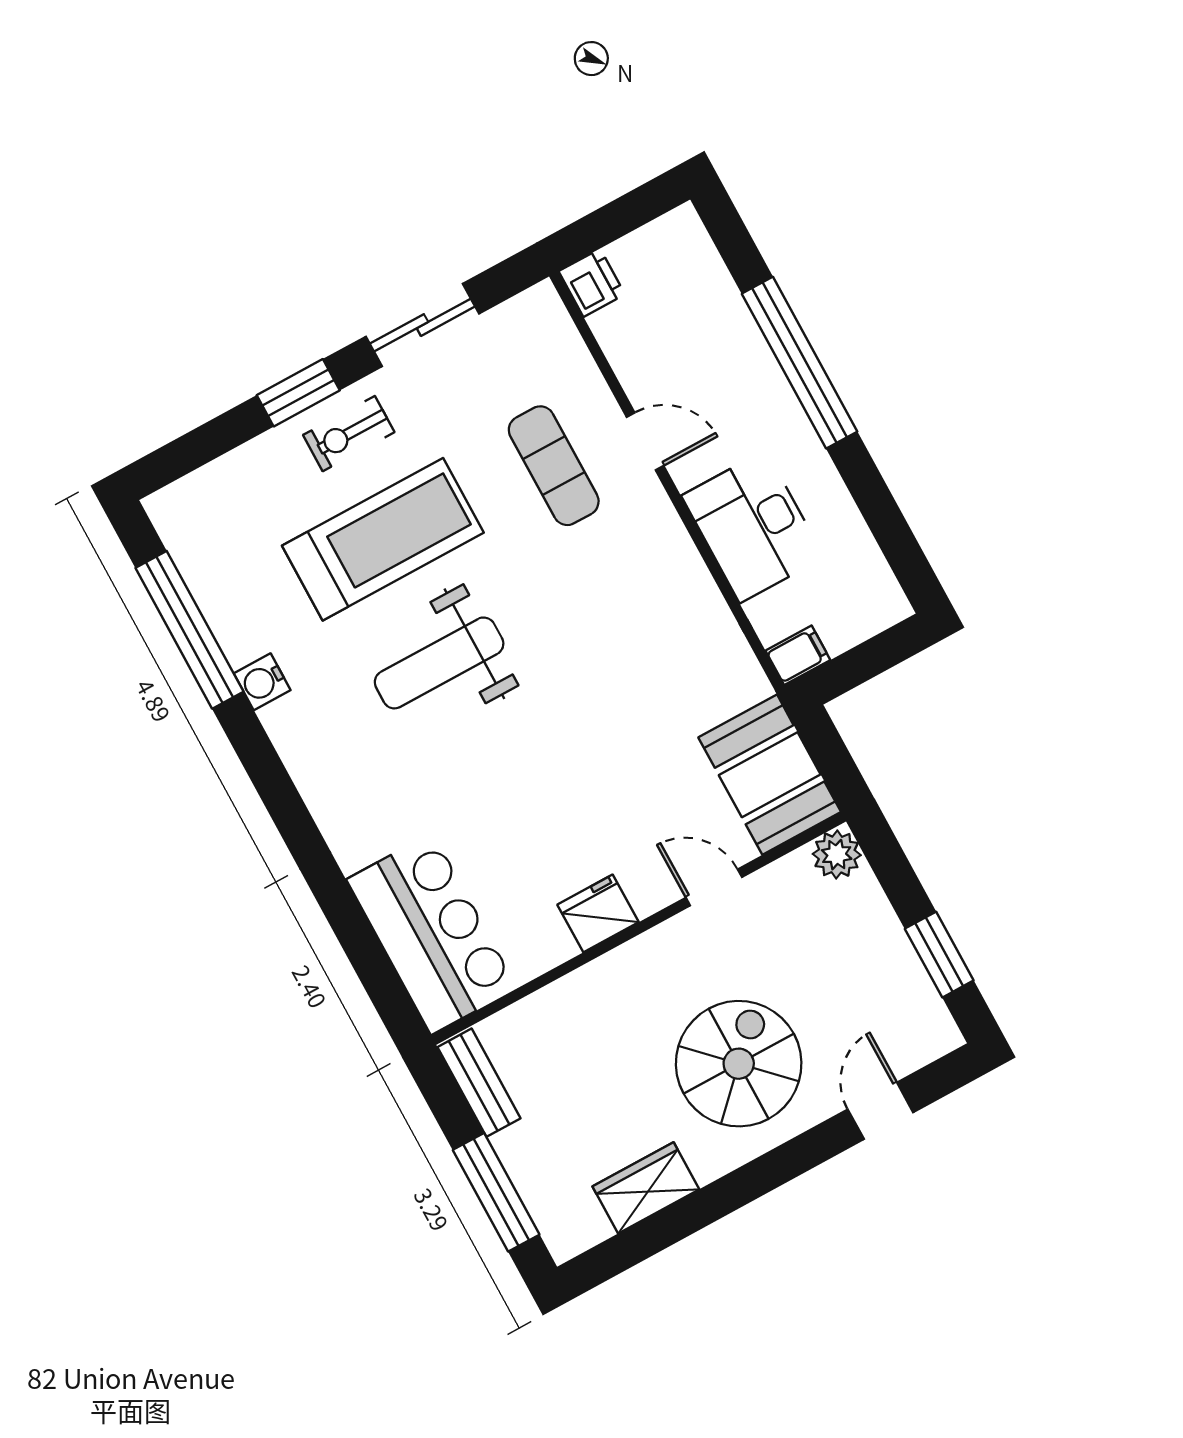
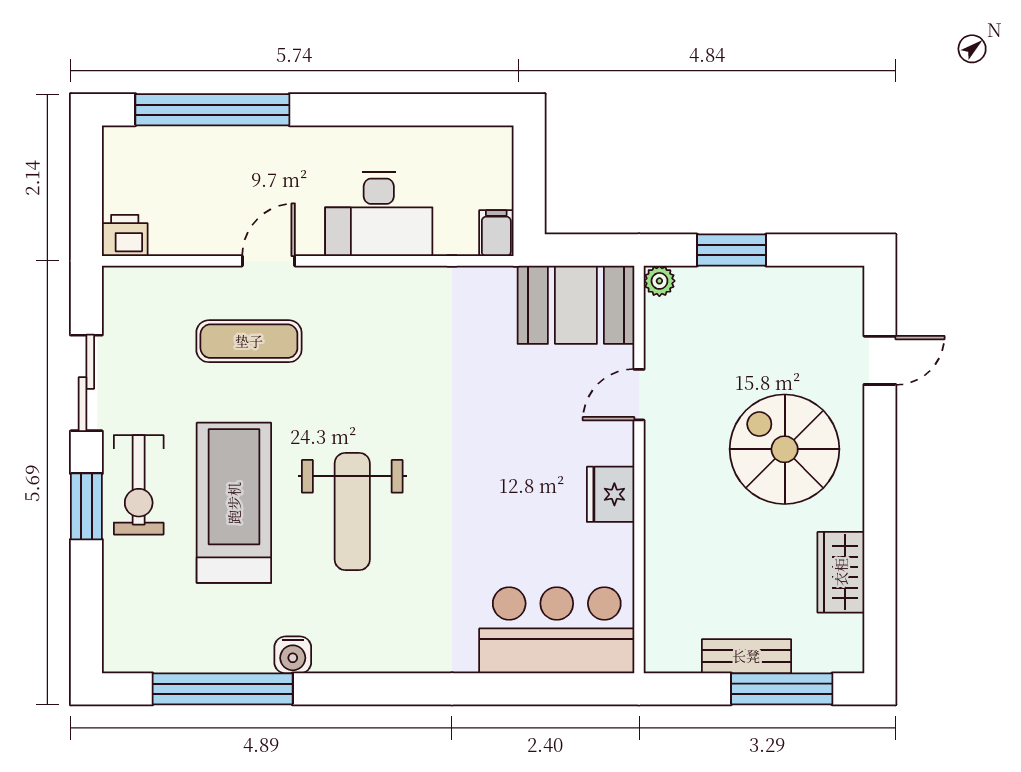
window: (800, 363) -> (212, 110), moved
exercise bike: (349, 434) -> (139, 485), width x1.38, depth x1.39
plant: (837, 855) -> (659, 281), width x0.73, depth x0.73
window: (939, 955) -> (731, 250), moved
bench: (479, 1083) -> (746, 656), moved
door: (880, 1111) -> (880, 360), swing flipped

